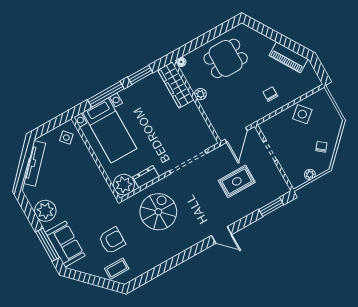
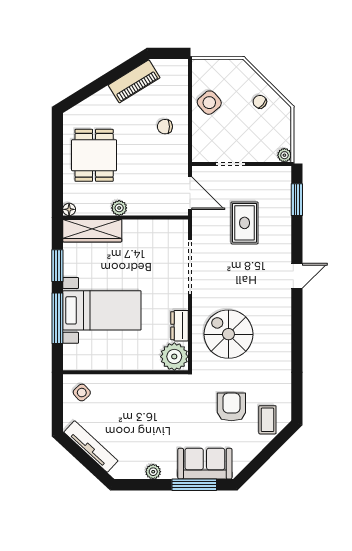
bed with nightstands: (110, 130) -> (102, 310), moved
plant: (310, 174) -> (284, 155), moved
plant: (45, 211) -> (153, 472), width x0.53, depth x0.53

